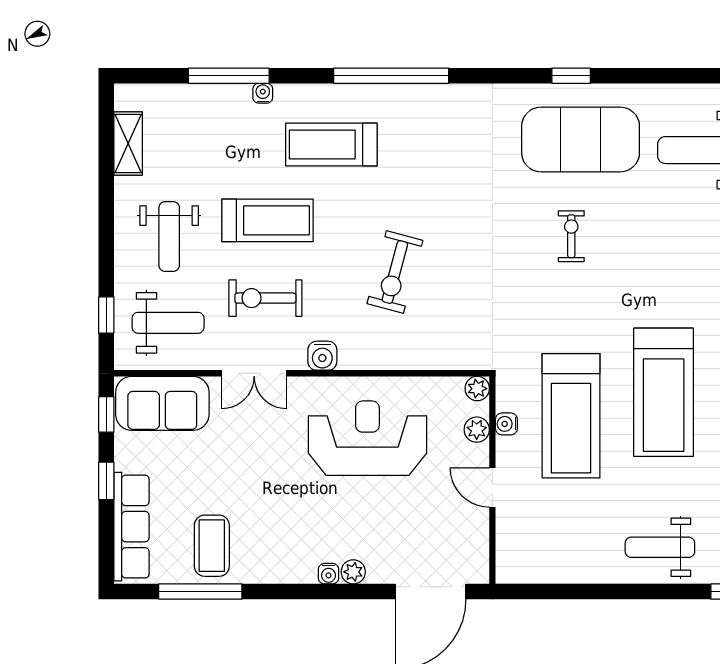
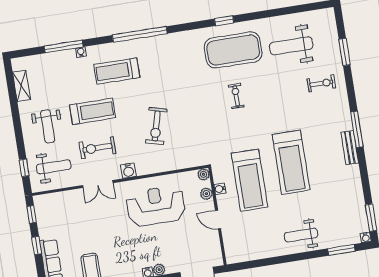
sofa: (162, 403) -> (57, 205), removed

